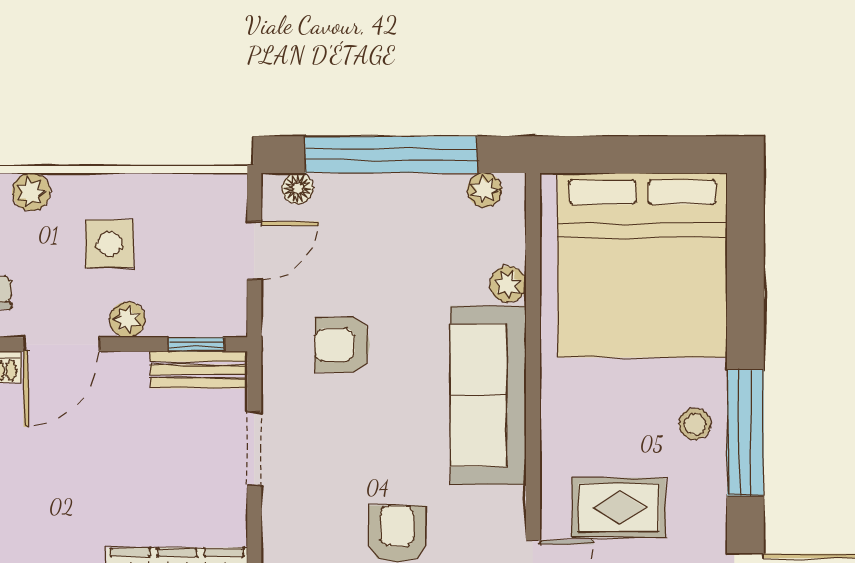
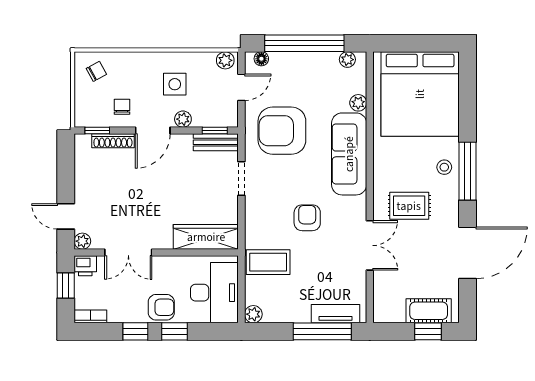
plant: (31, 192) -> (225, 60), moved
armchair: (342, 345) -> (282, 131), width x1.88, depth x1.88

